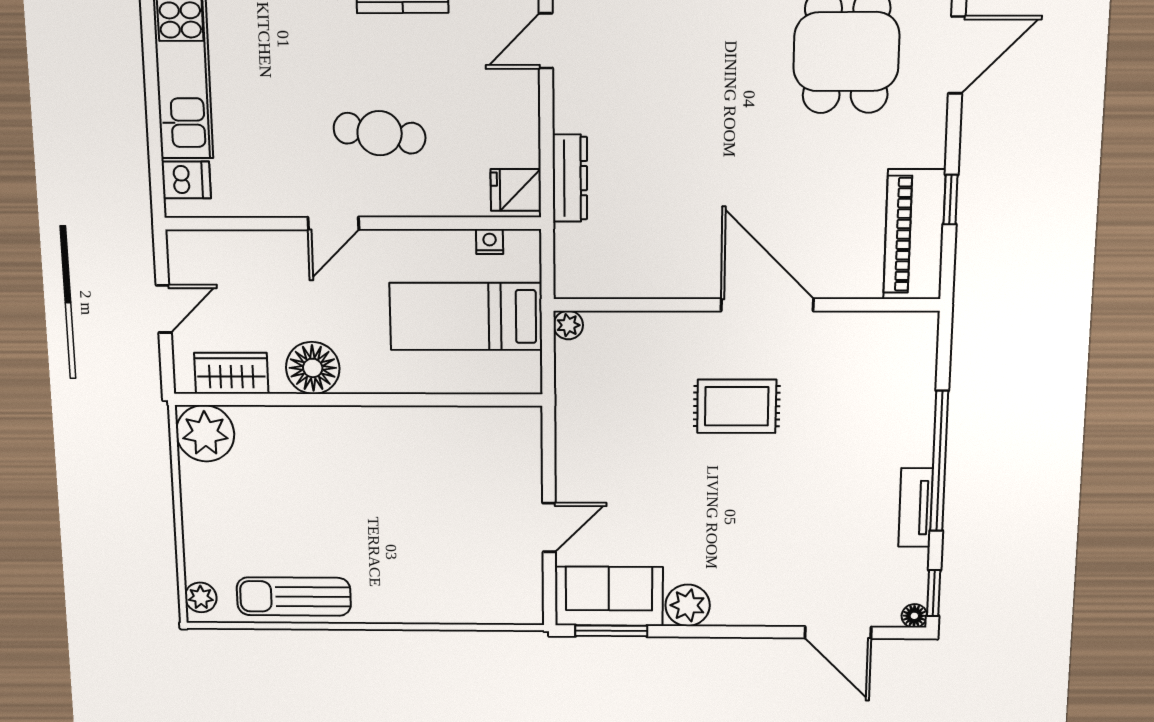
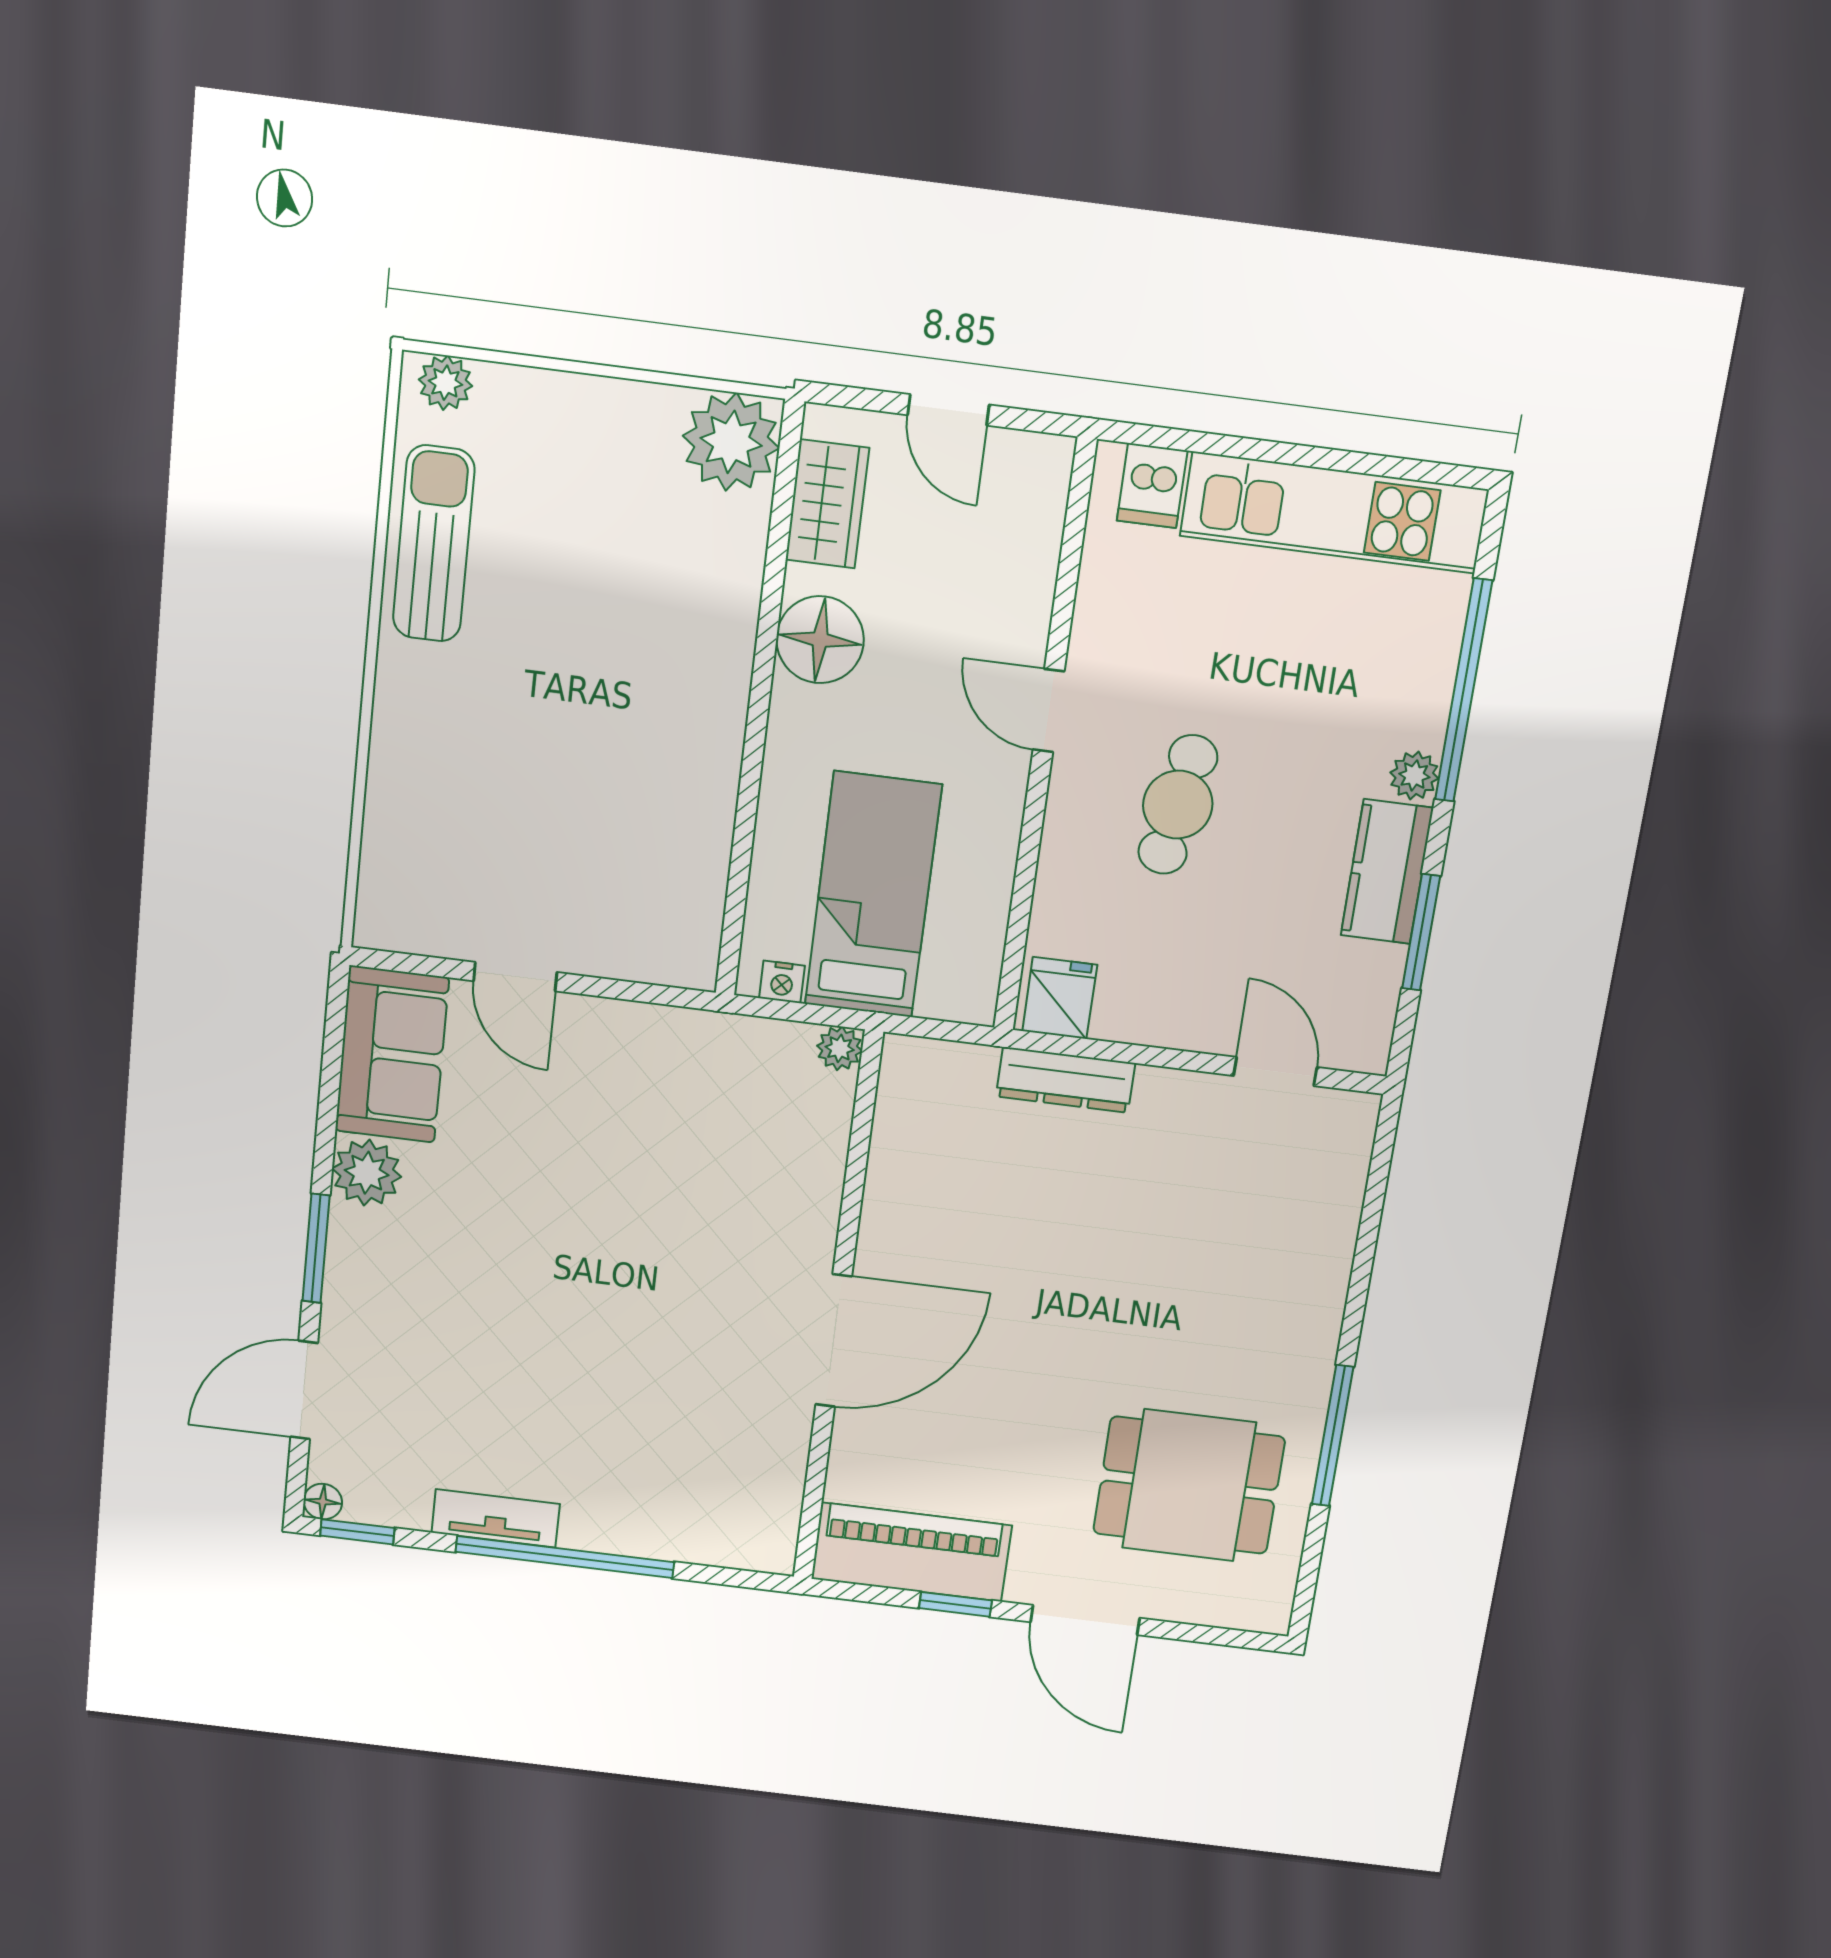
door: (957, 55) -> (1085, 1620), moved
nightstand: (490, 242) -> (782, 982), moved, turned 90
rug: (737, 406) -> (682, 1281), removed
window: (611, 631) -> (316, 1248), moved

